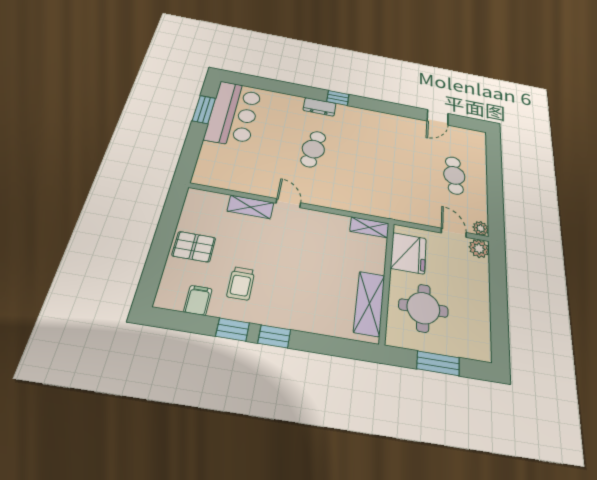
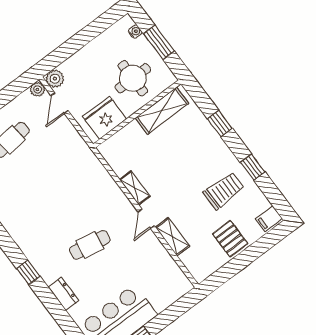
dresser: (320, 107) -> (64, 294), moved
shelving: (369, 227) -> (135, 188), moved
trolley: (241, 283) -> (224, 191), width x1.36, depth x1.39
filing cabinet: (198, 300) -> (269, 219), moved
window: (274, 336) -> (220, 123), moved
water cooler: (467, 352) -> (135, 32), added

